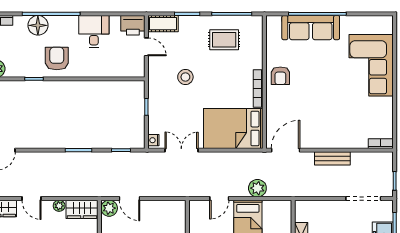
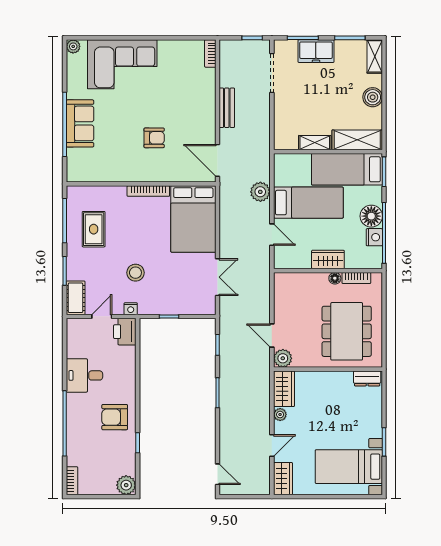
plant: (387, 22) -> (73, 46), added
floor lamp: (38, 25) -> (77, 438), removed
printer: (133, 25) -> (125, 332), moved, turned 180
sofa: (311, 28) -> (80, 123), width x0.73
armchair: (280, 76) -> (154, 138), moved
nightstand: (153, 140) -> (131, 309), moved
double door: (181, 150) -> (218, 277), swing flipped
door: (130, 198) -> (272, 335), swing flipped

